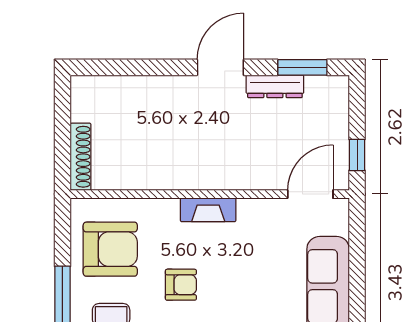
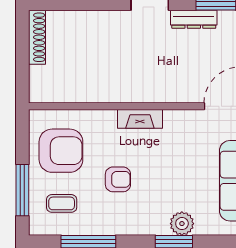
shoe rack: (81, 157) -> (37, 37), moved

